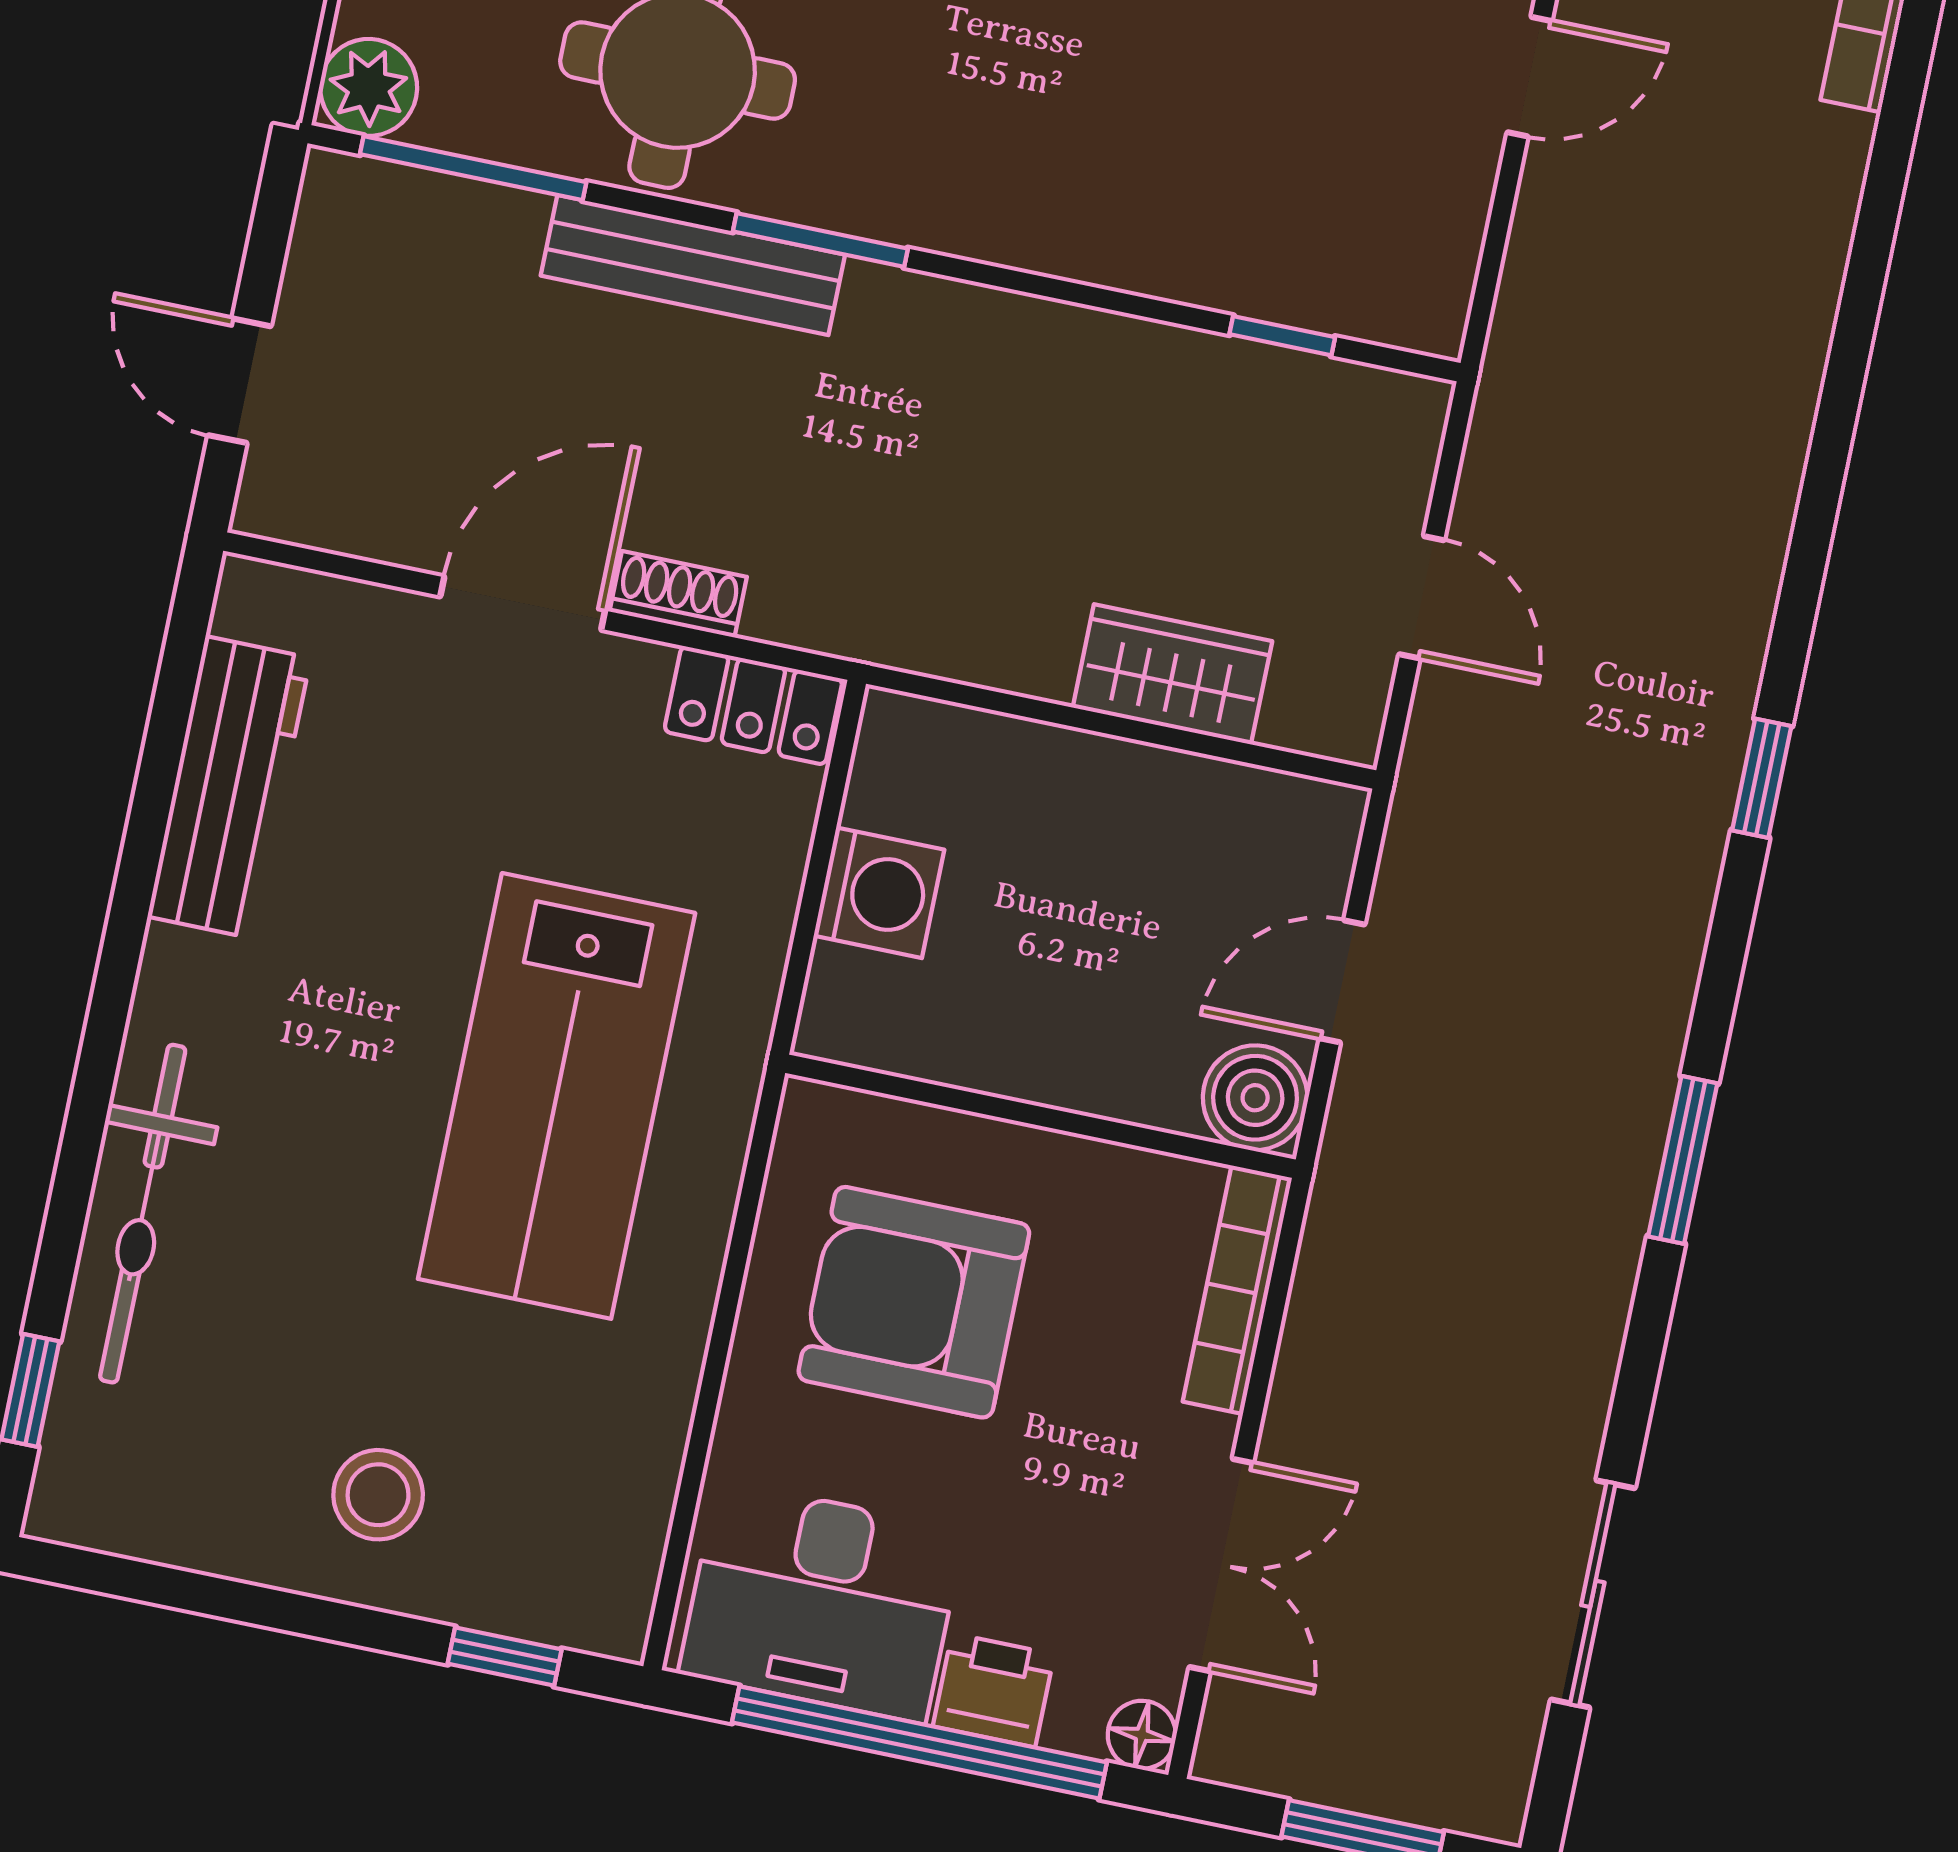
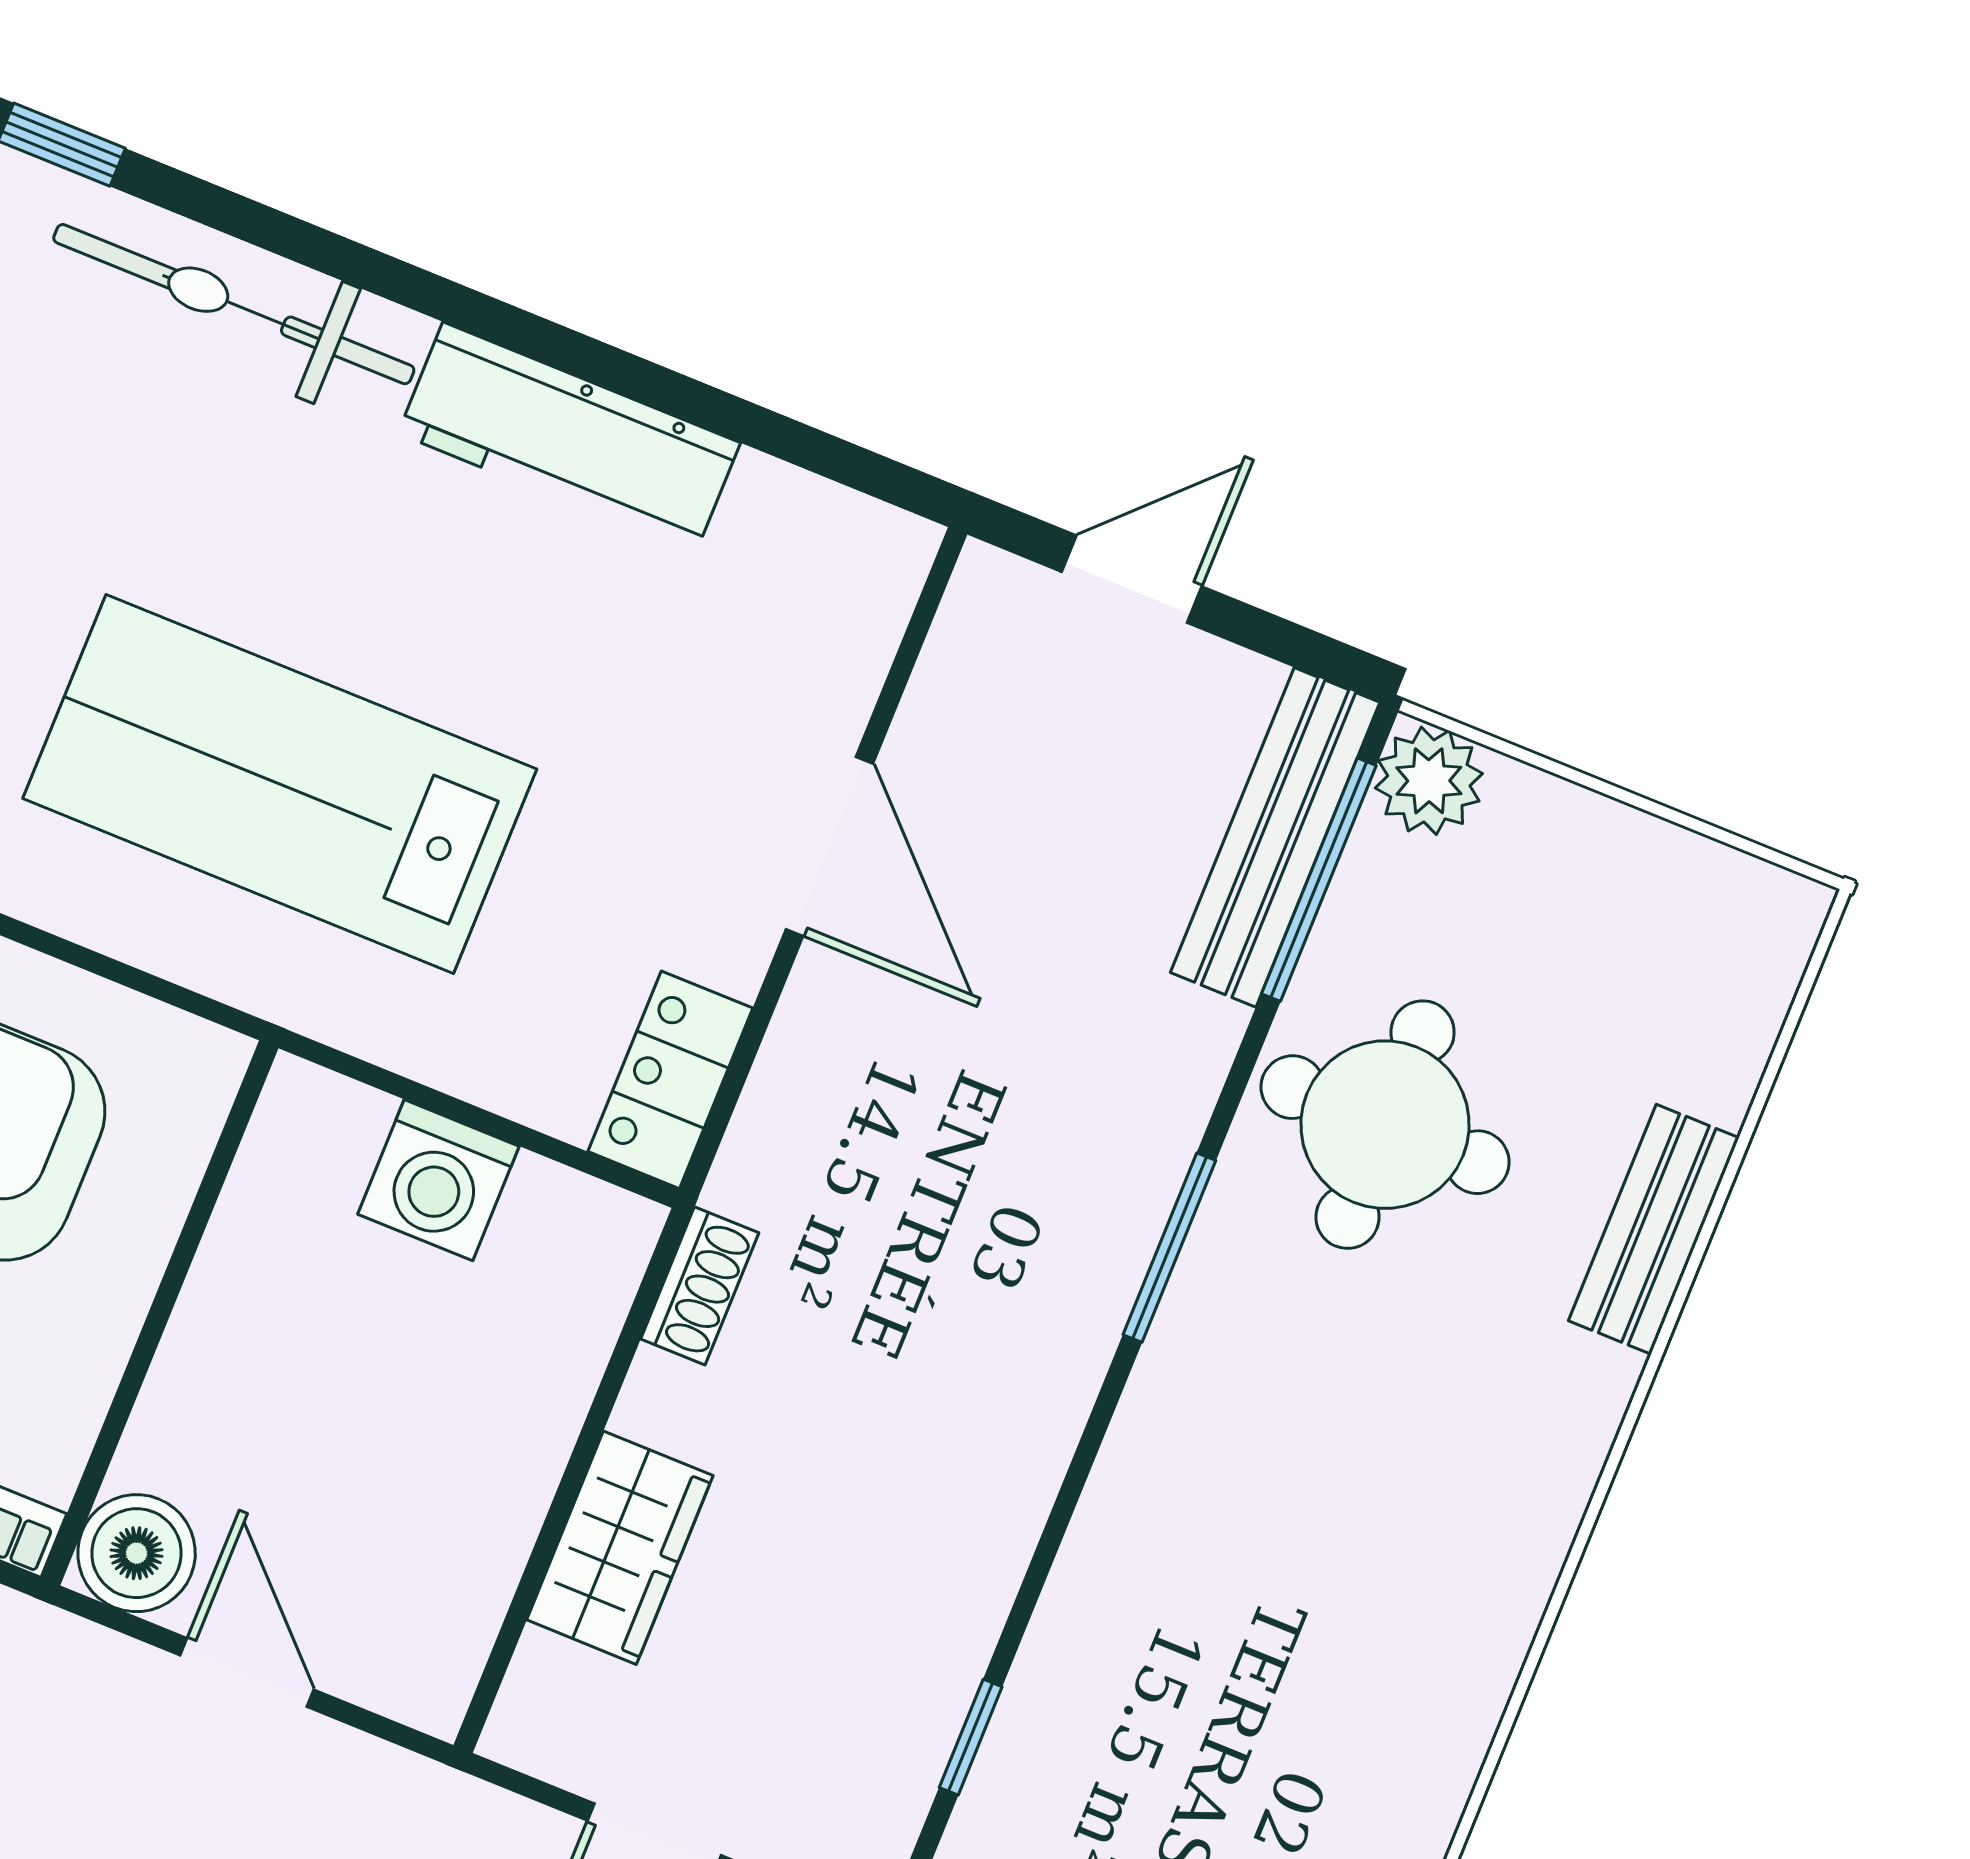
bench: (693, 265) -> (1275, 837), moved
shoe rack: (678, 594) -> (700, 1286), moved
workbench: (229, 787) -> (569, 438), moved

